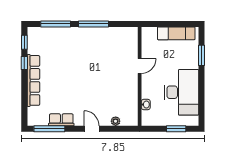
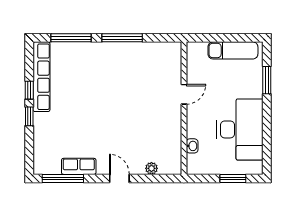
window: (24, 42) -> (29, 116), moved
row of seats: (33, 80) -> (41, 77), moved

